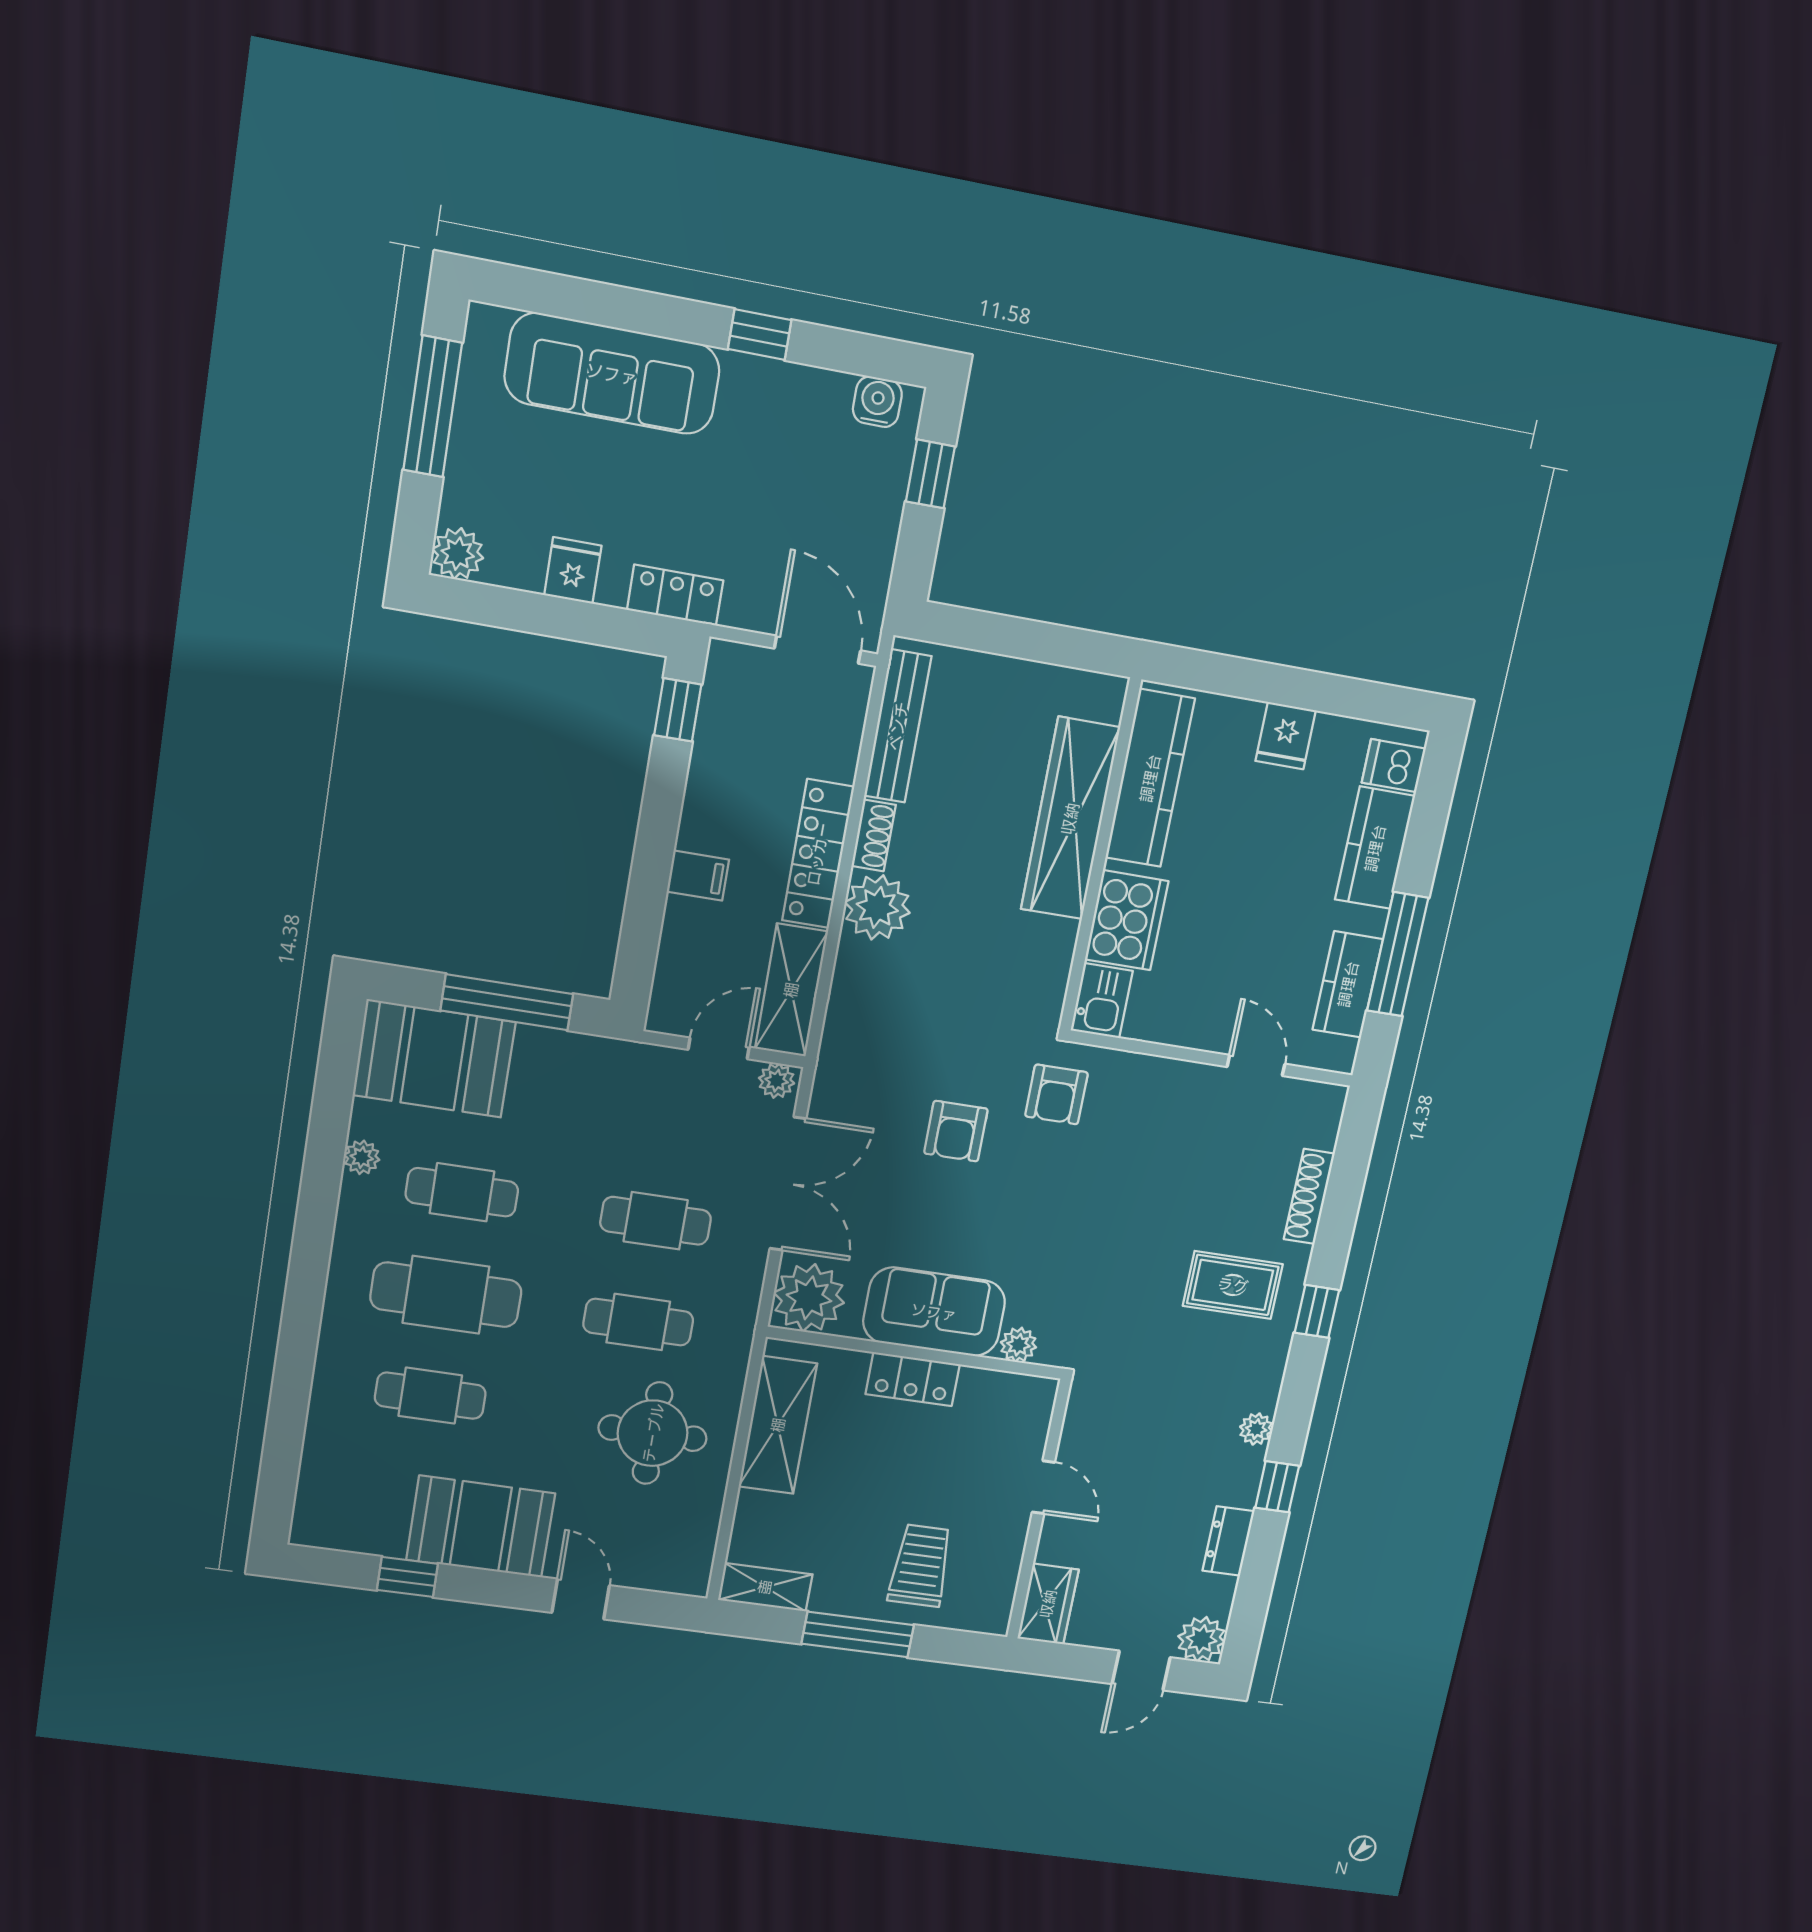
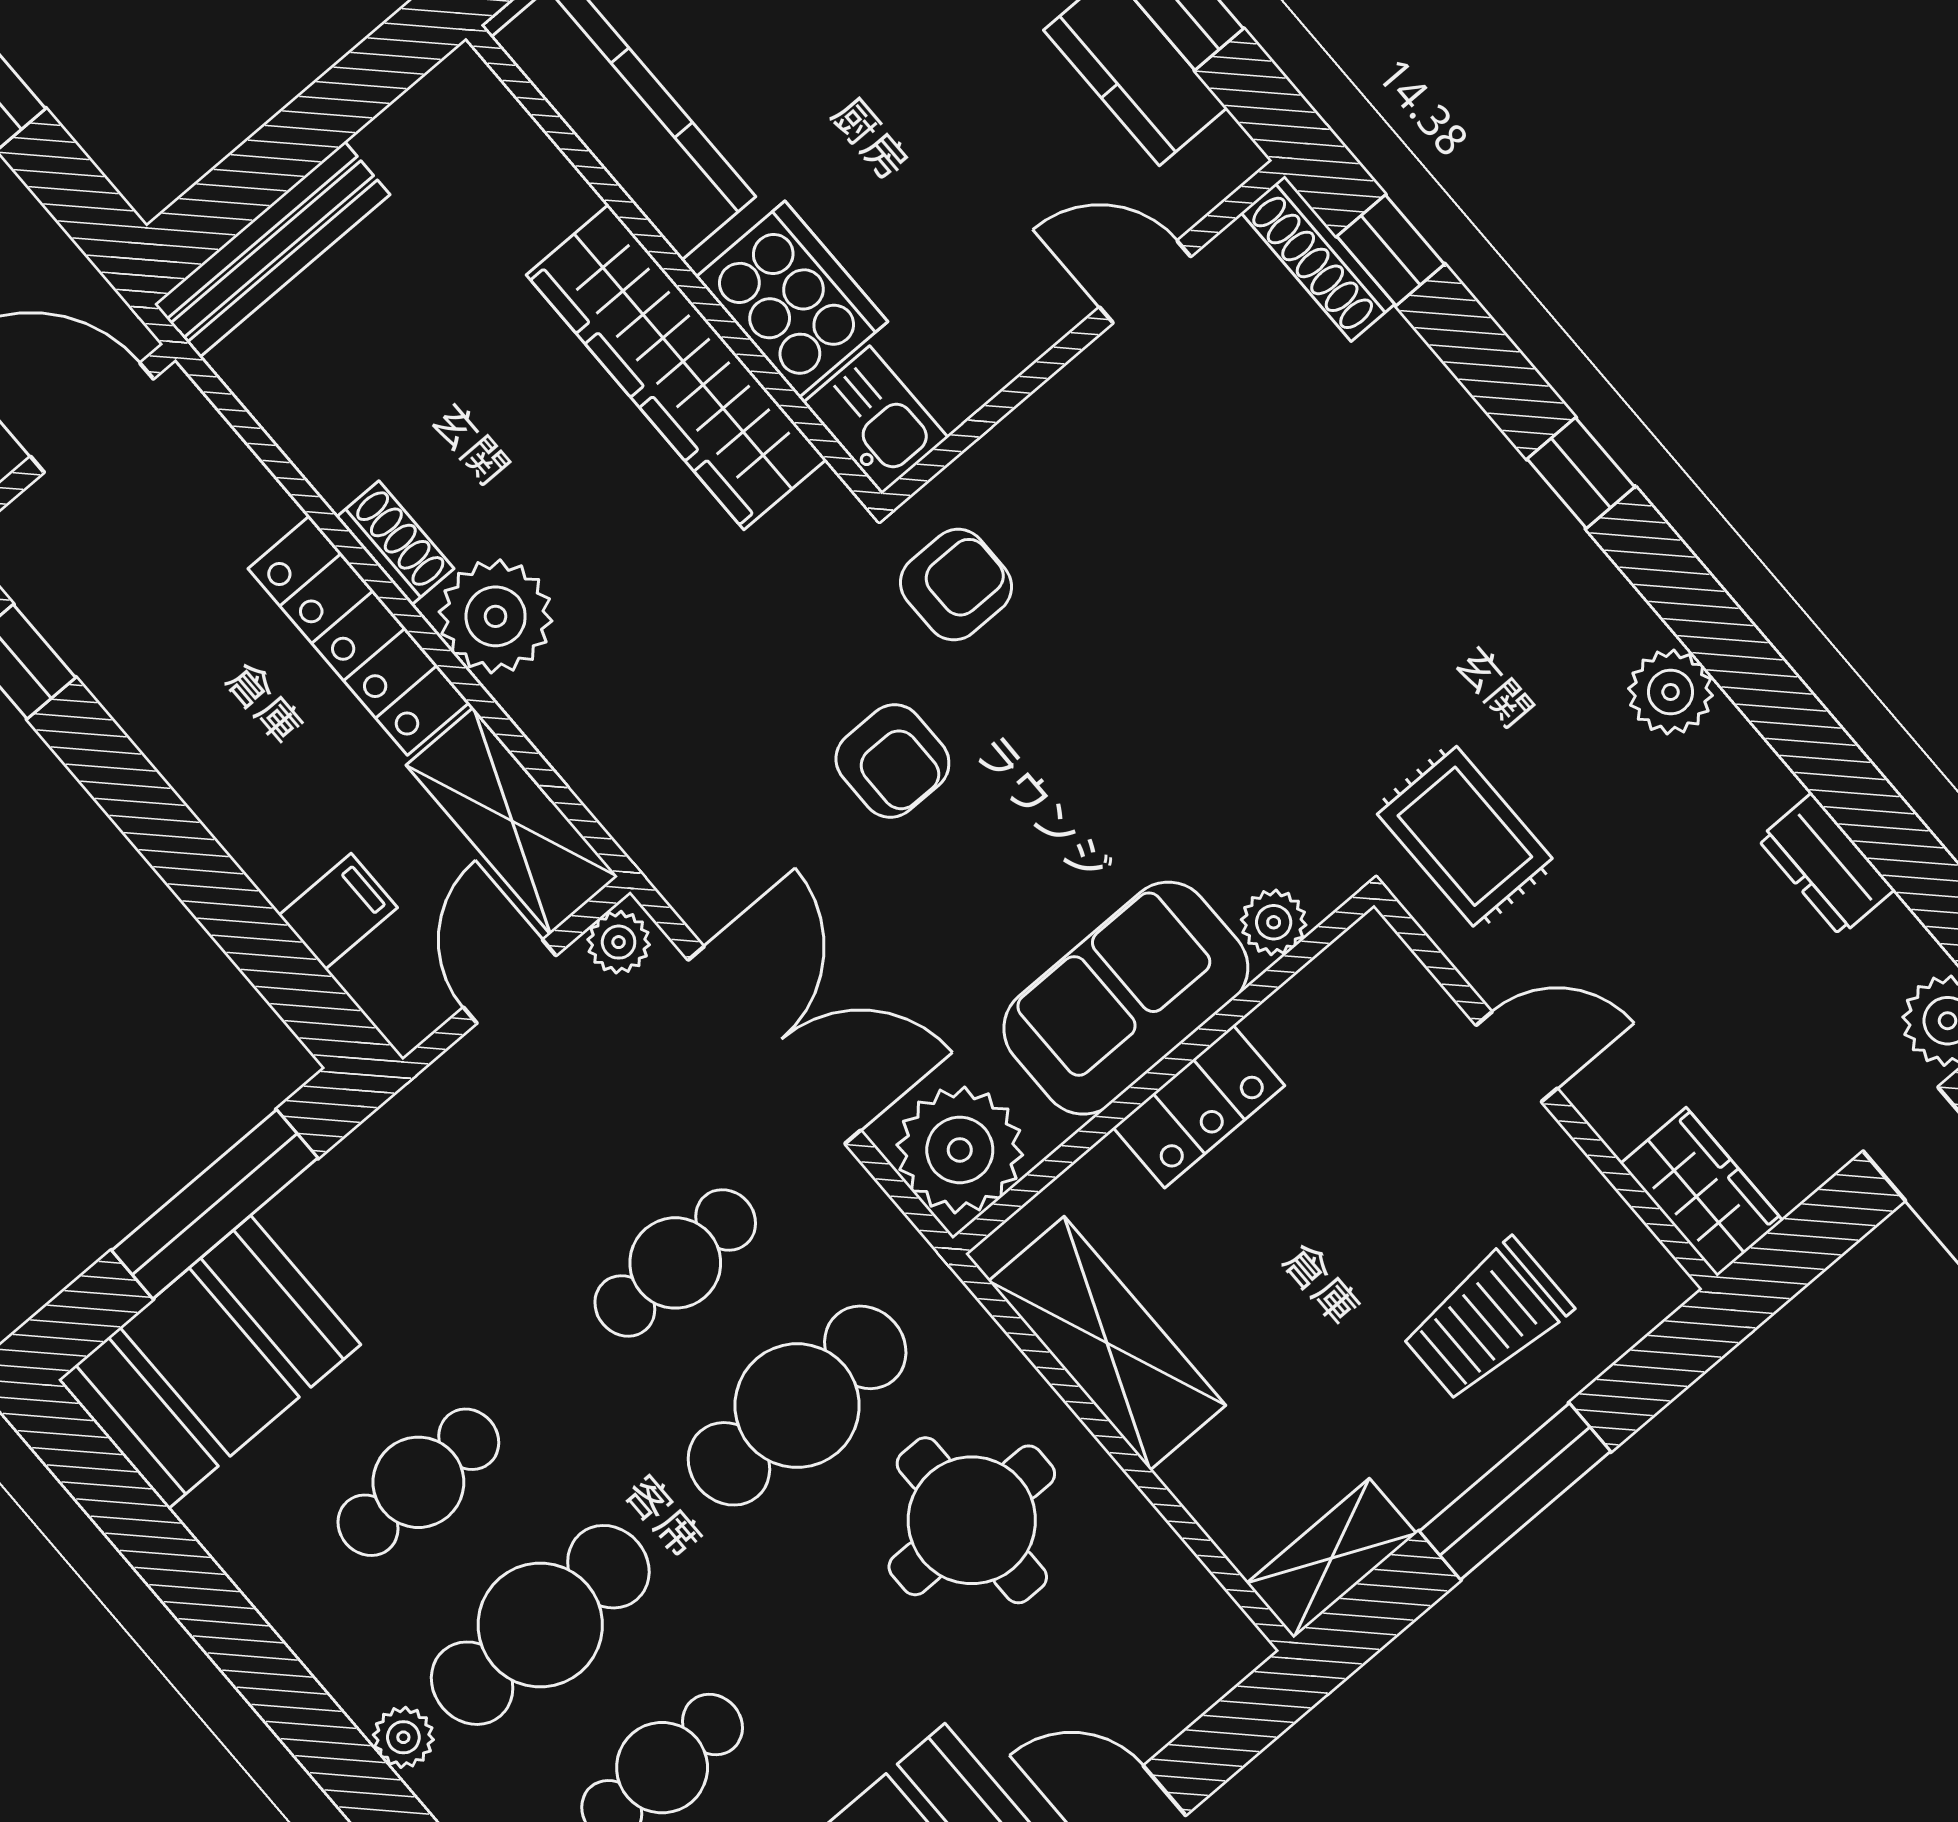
bench: (898, 726) -> (272, 249), moved, turned 90
wardrobe: (1070, 819) -> (676, 367), moved
filing cabinet: (698, 876) -> (338, 911), moved
armchair: (1056, 1094) -> (956, 585), turned -90
plant: (362, 1157) -> (403, 1737), moved
shoe rack: (1309, 1196) -> (1318, 258), moved
rug: (1233, 1285) -> (1465, 836), moved, turned 90
cafe table: (638, 1322) -> (797, 1406), width x1.37, depth x1.35
plant: (1256, 1429) -> (1671, 692), width x1.38, depth x1.38
window: (1277, 1487) -> (1391, 250), moved
trolley: (920, 1566) -> (1487, 1320), turned -90

